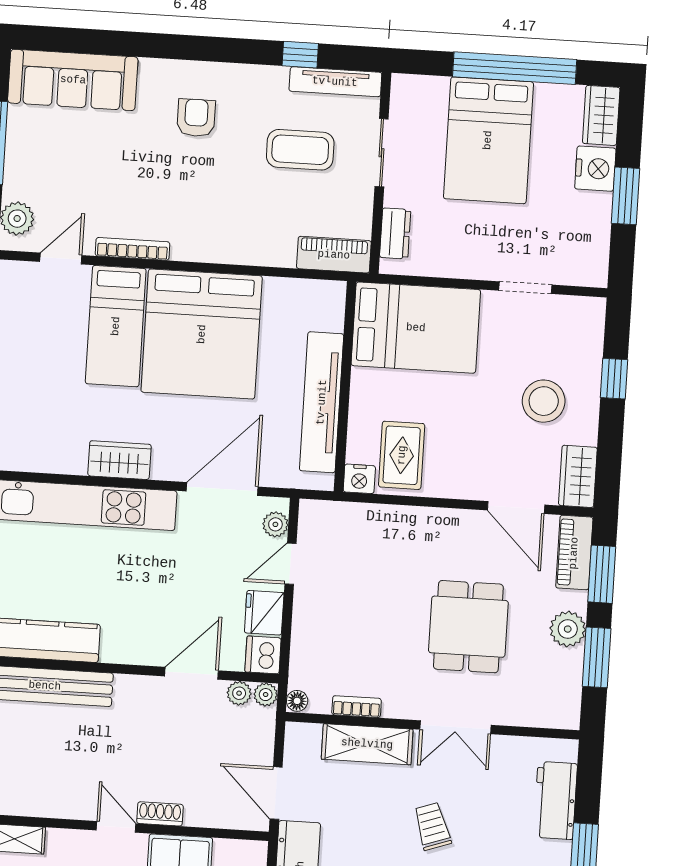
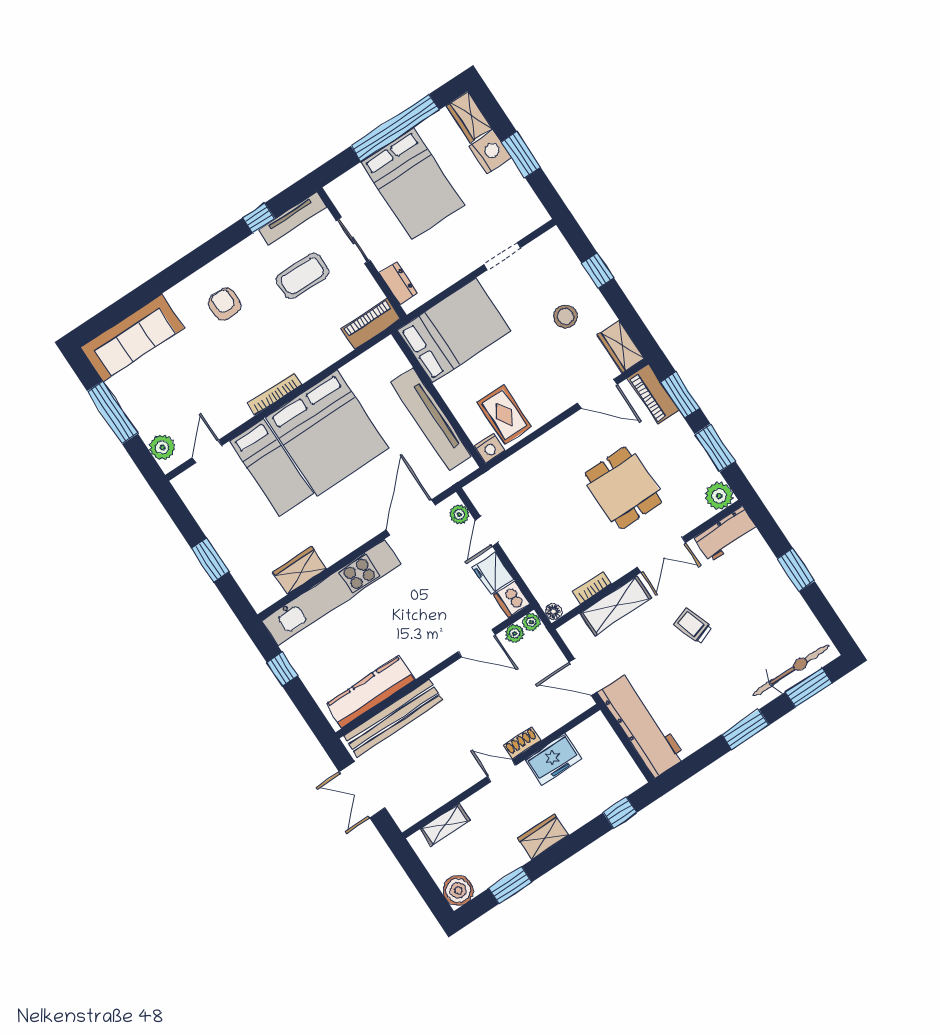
bookcase: (132, 249) -> (275, 394), moved
stool: (544, 401) -> (565, 317), width x0.73, depth x0.73
wardrobe: (119, 460) -> (300, 570), moved
plant: (568, 629) -> (719, 496), moved
door: (191, 673) -> (477, 643), swing flipped
workbench: (555, 801) -> (726, 534), moved, turned -90

